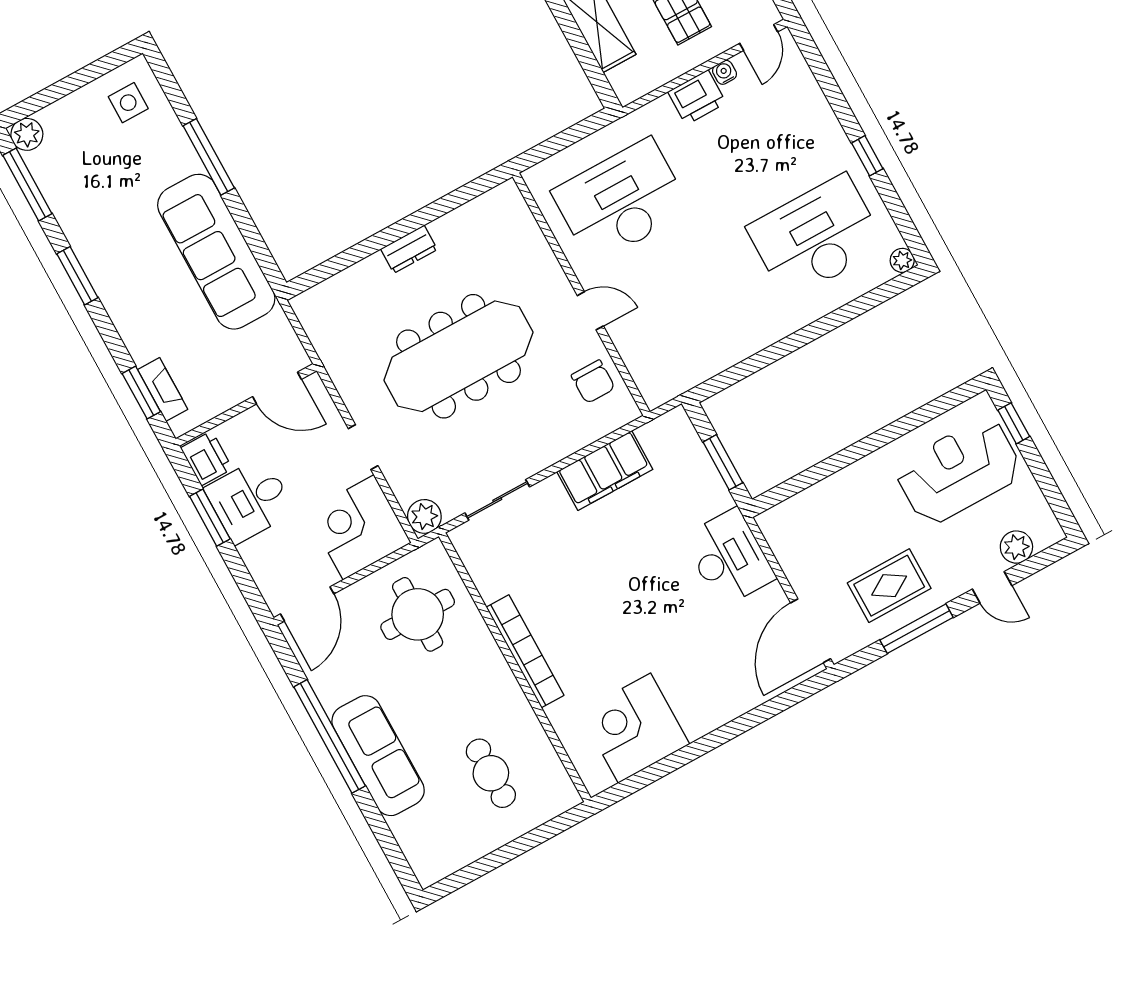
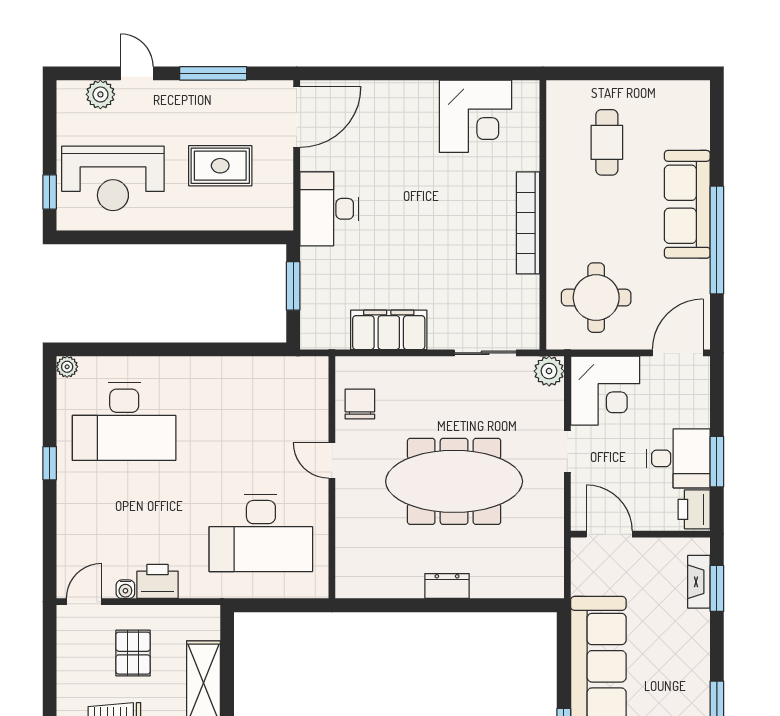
rug: (889, 586) -> (220, 166), moved

